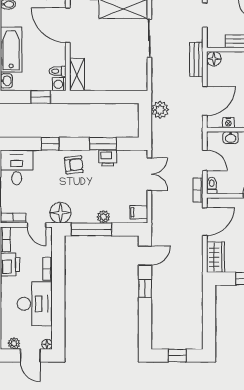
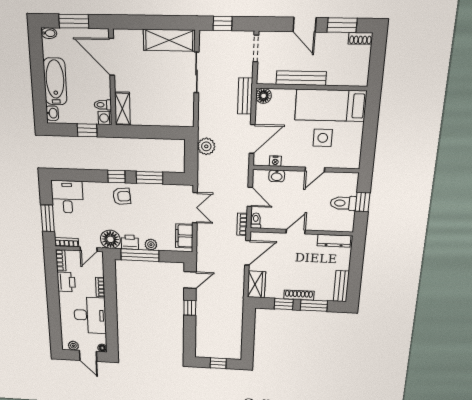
window: (50, 144) -> (116, 176), moved
printer: (108, 158) -> (130, 242), moved, turned 180
filing cabinet: (139, 212) -> (184, 236), width x2.00
door: (37, 225) -> (89, 249), hinge flipped

